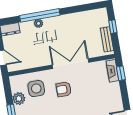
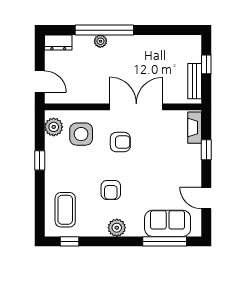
window: (121, 73) -> (206, 150), moved
armchair: (64, 89) -> (120, 142), turned 180
plant: (19, 99) -> (54, 127), moved

